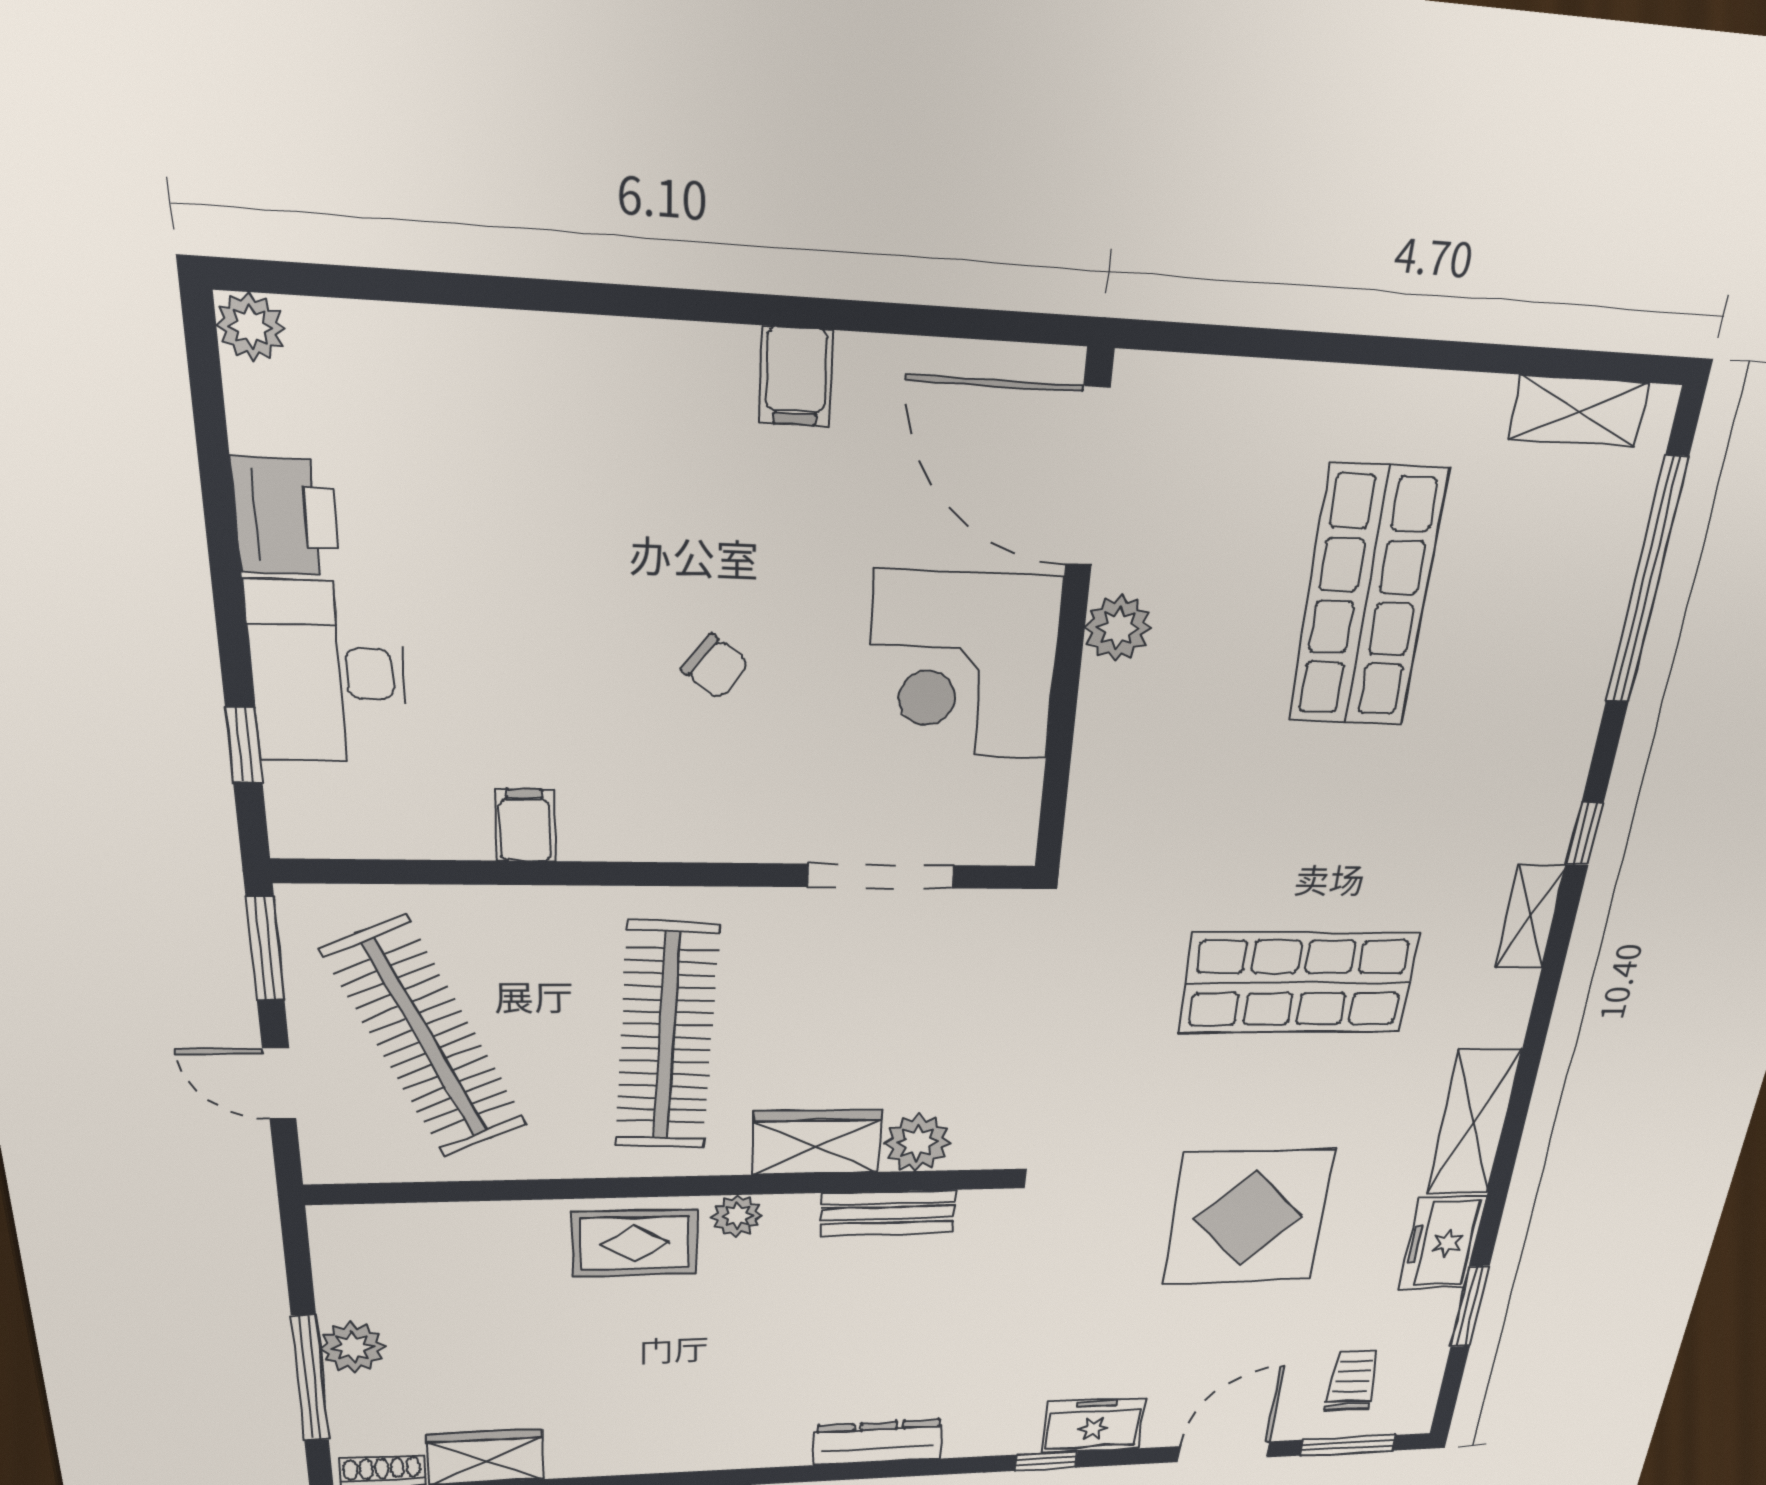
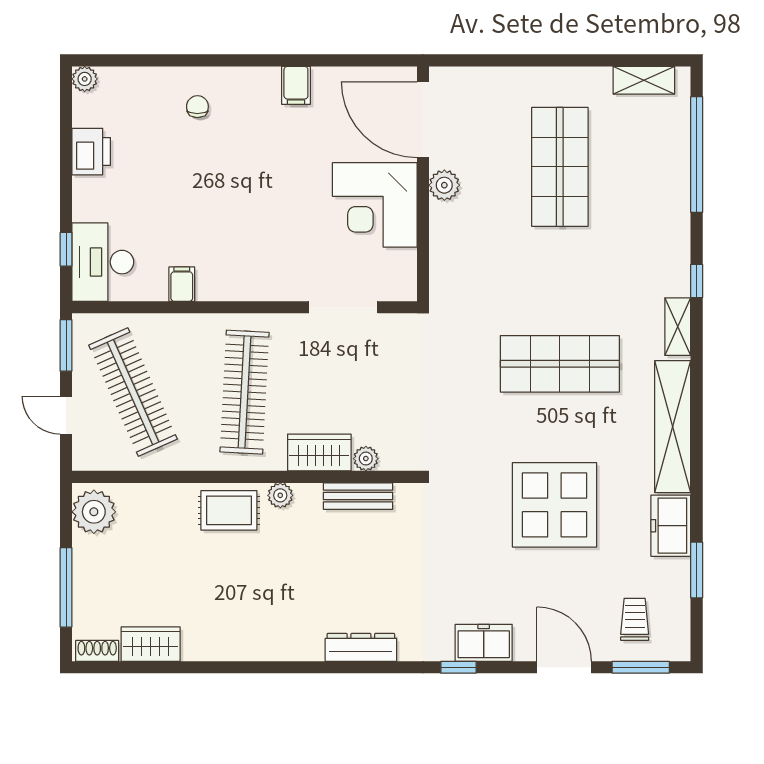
chair: (715, 667) -> (197, 107), moved, turned -128
desk: (328, 673) -> (103, 262), moved
shelving: (1474, 1122) -> (673, 427), width x1.47
plant: (917, 1143) -> (366, 459), width x0.73, depth x0.73
plant: (353, 1347) -> (94, 512), moved, width x1.36, depth x1.36
door: (1224, 1452) -> (564, 667), hinge flipped

